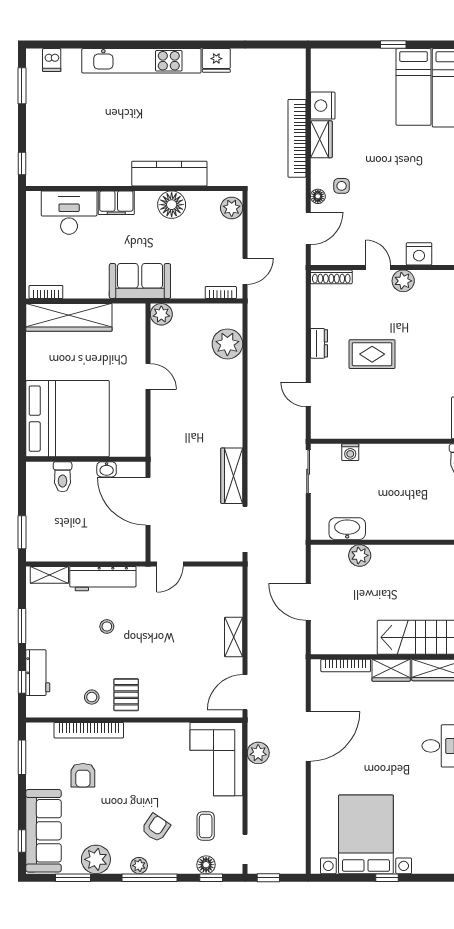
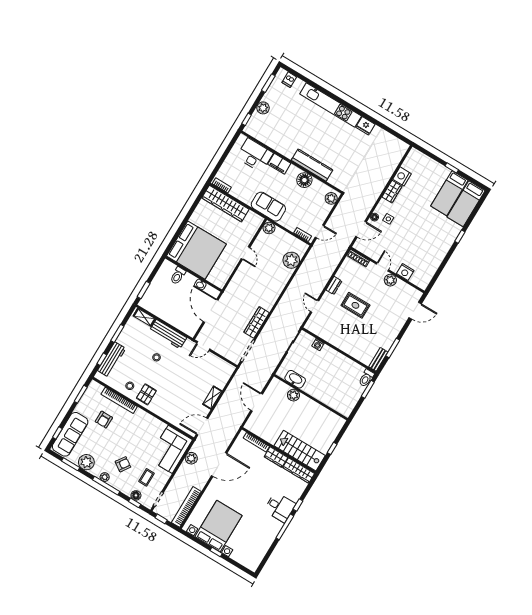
plant: (37, 130) -> (263, 108), added
bookcase: (297, 138) -> (186, 507), moved
workbench: (38, 673) -> (112, 359), width x1.38

